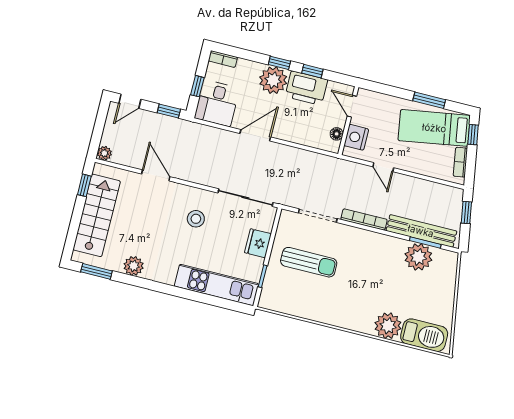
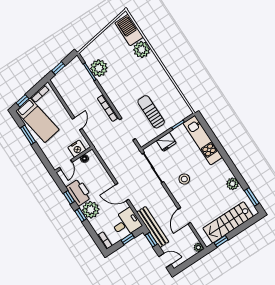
bench: (421, 231) -> (153, 227), moved

